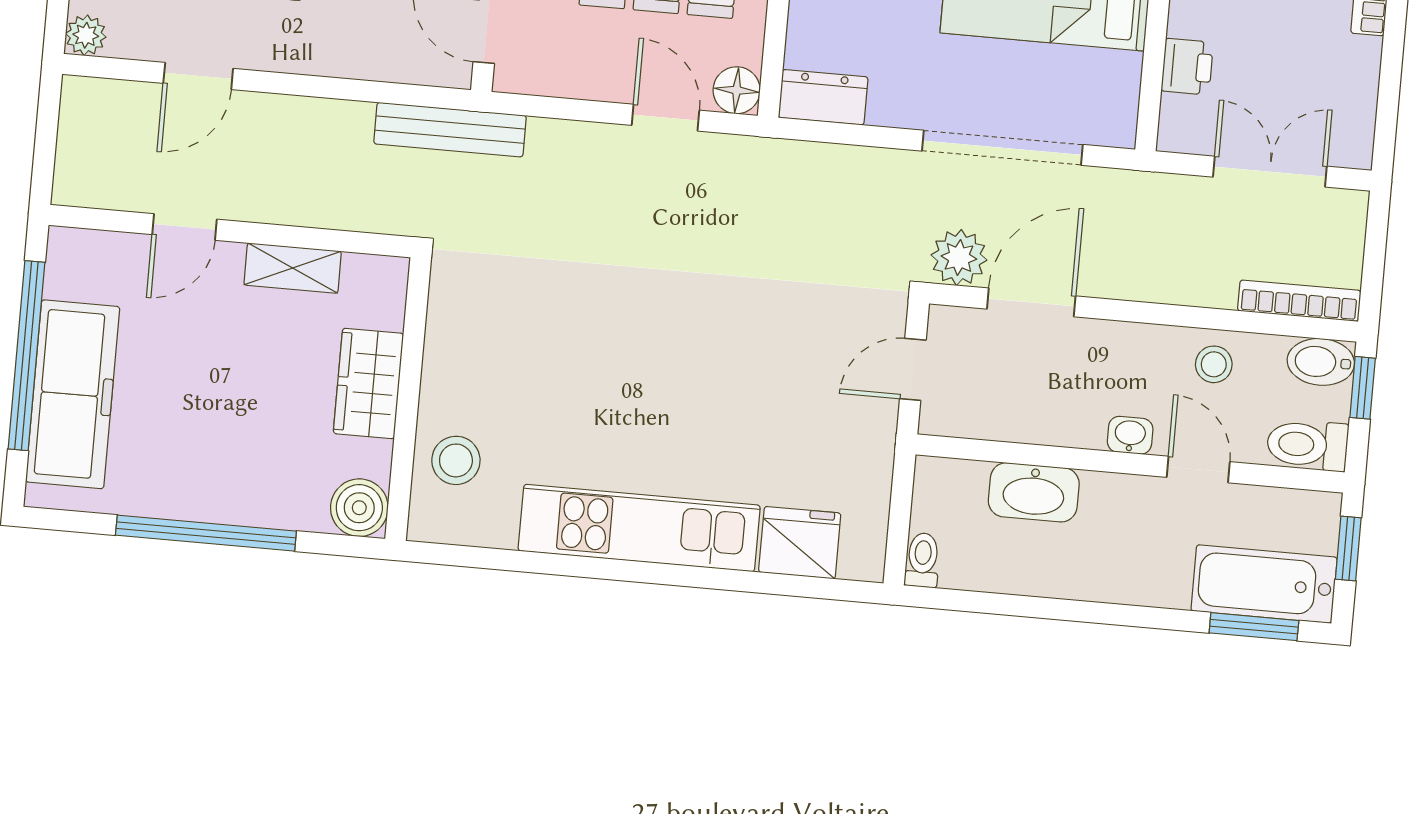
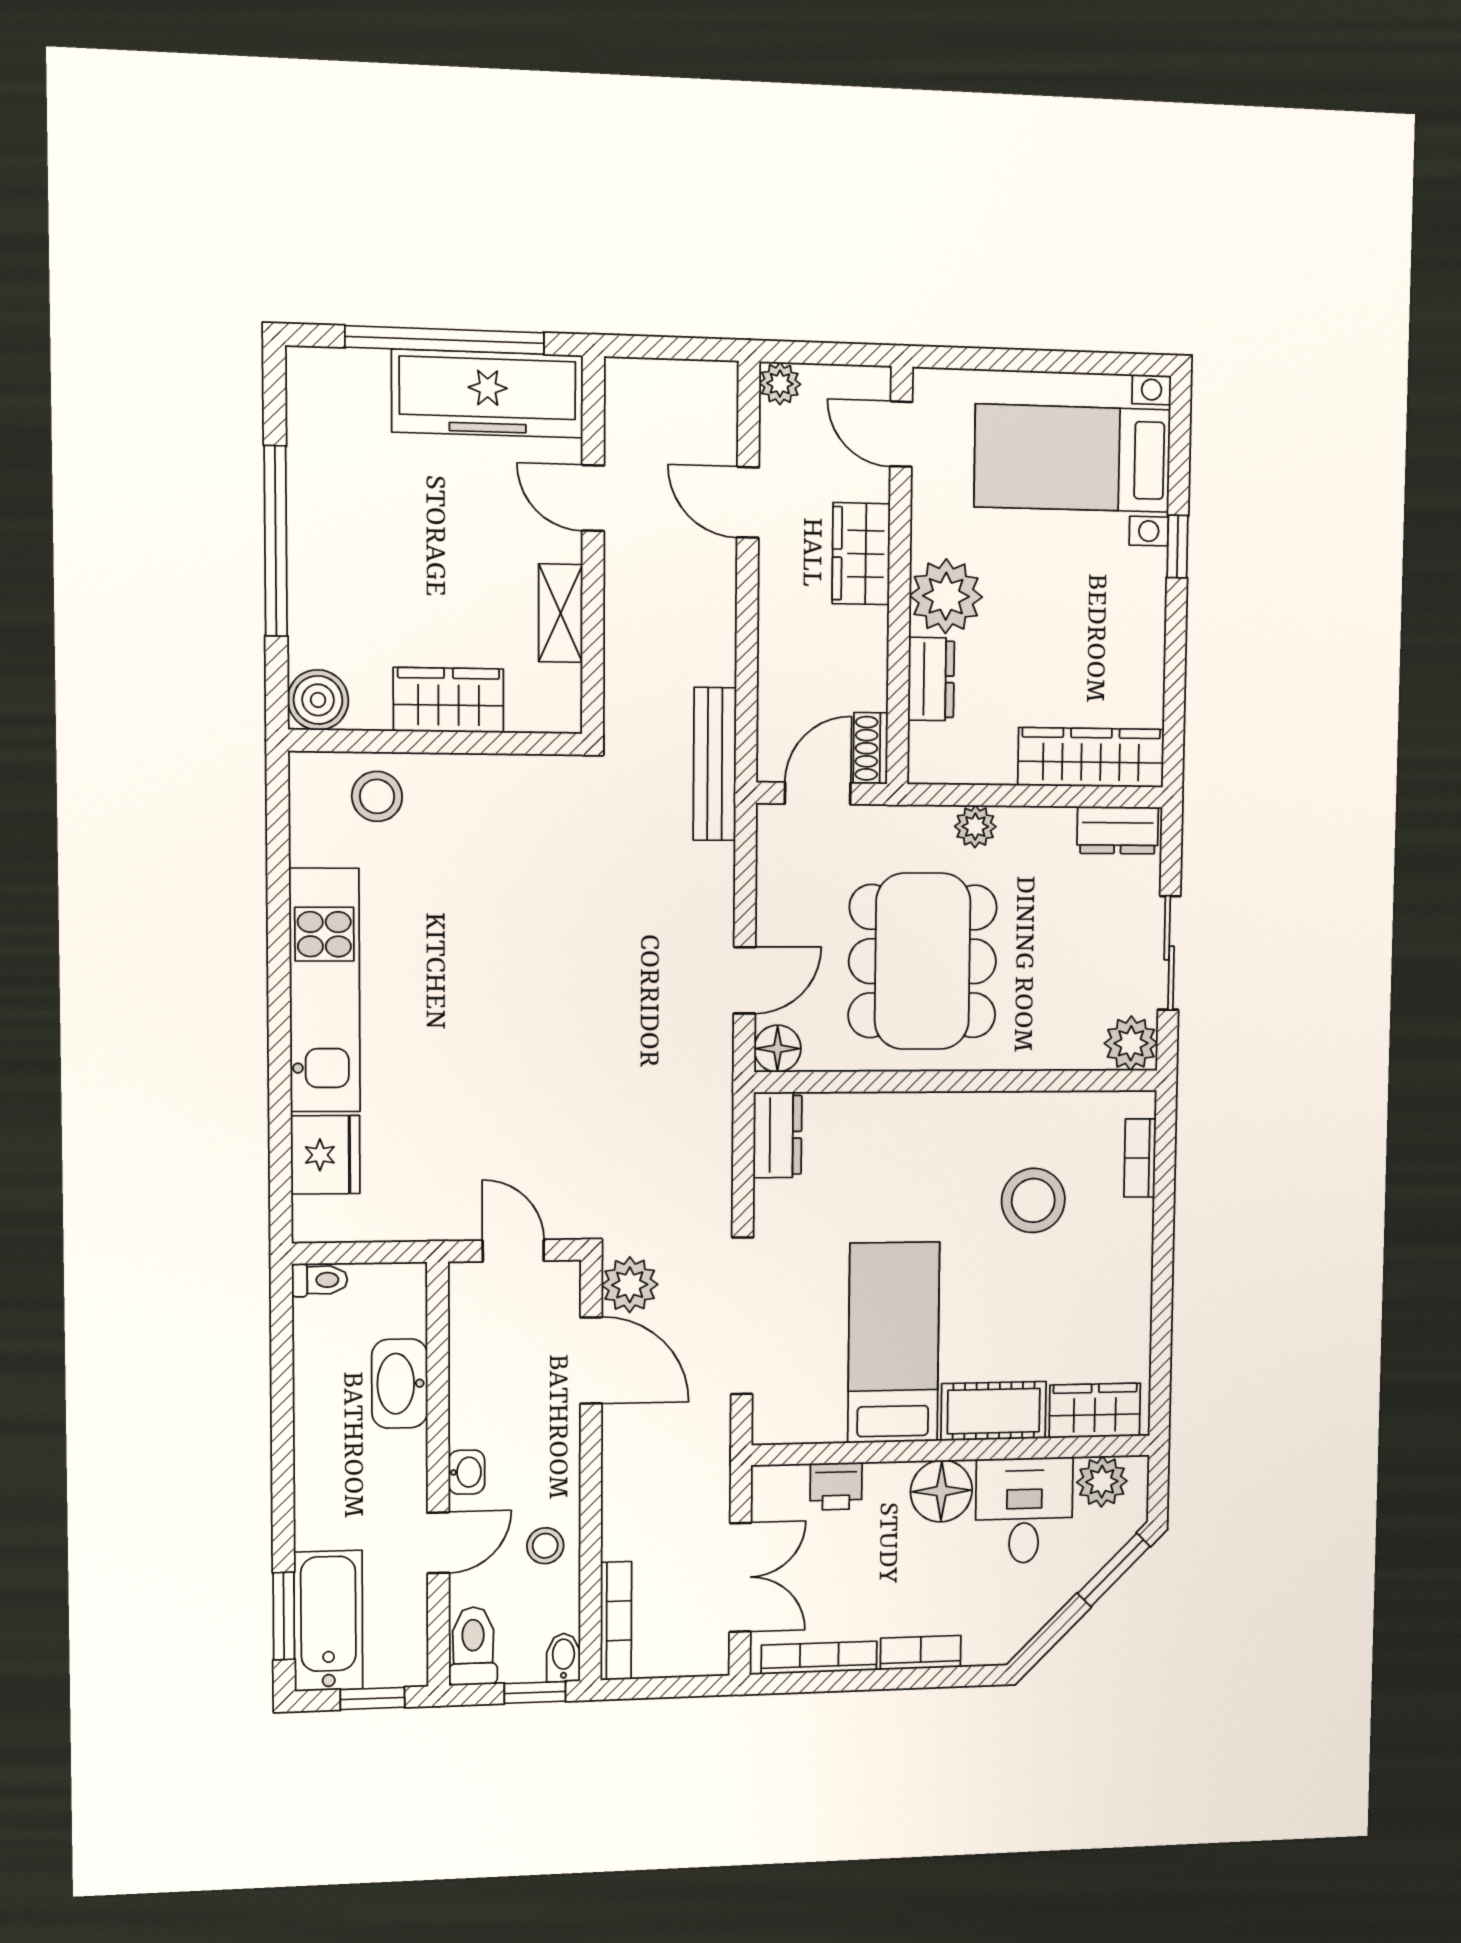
bookcase: (1363, 98) -> (819, 1658), added
bidet: (1321, 362) -> (563, 1657), width x0.72, depth x0.74
freezer: (73, 394) -> (488, 394), moved

